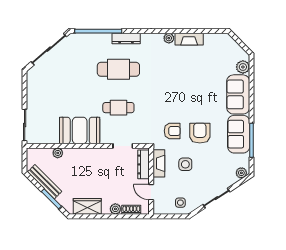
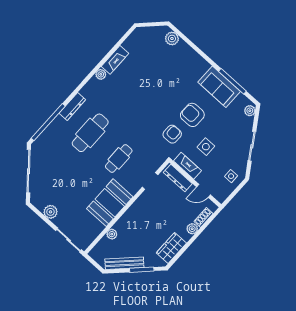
plant: (33, 93) -> (50, 212), added
sofa: (238, 94) -> (189, 60), removed

